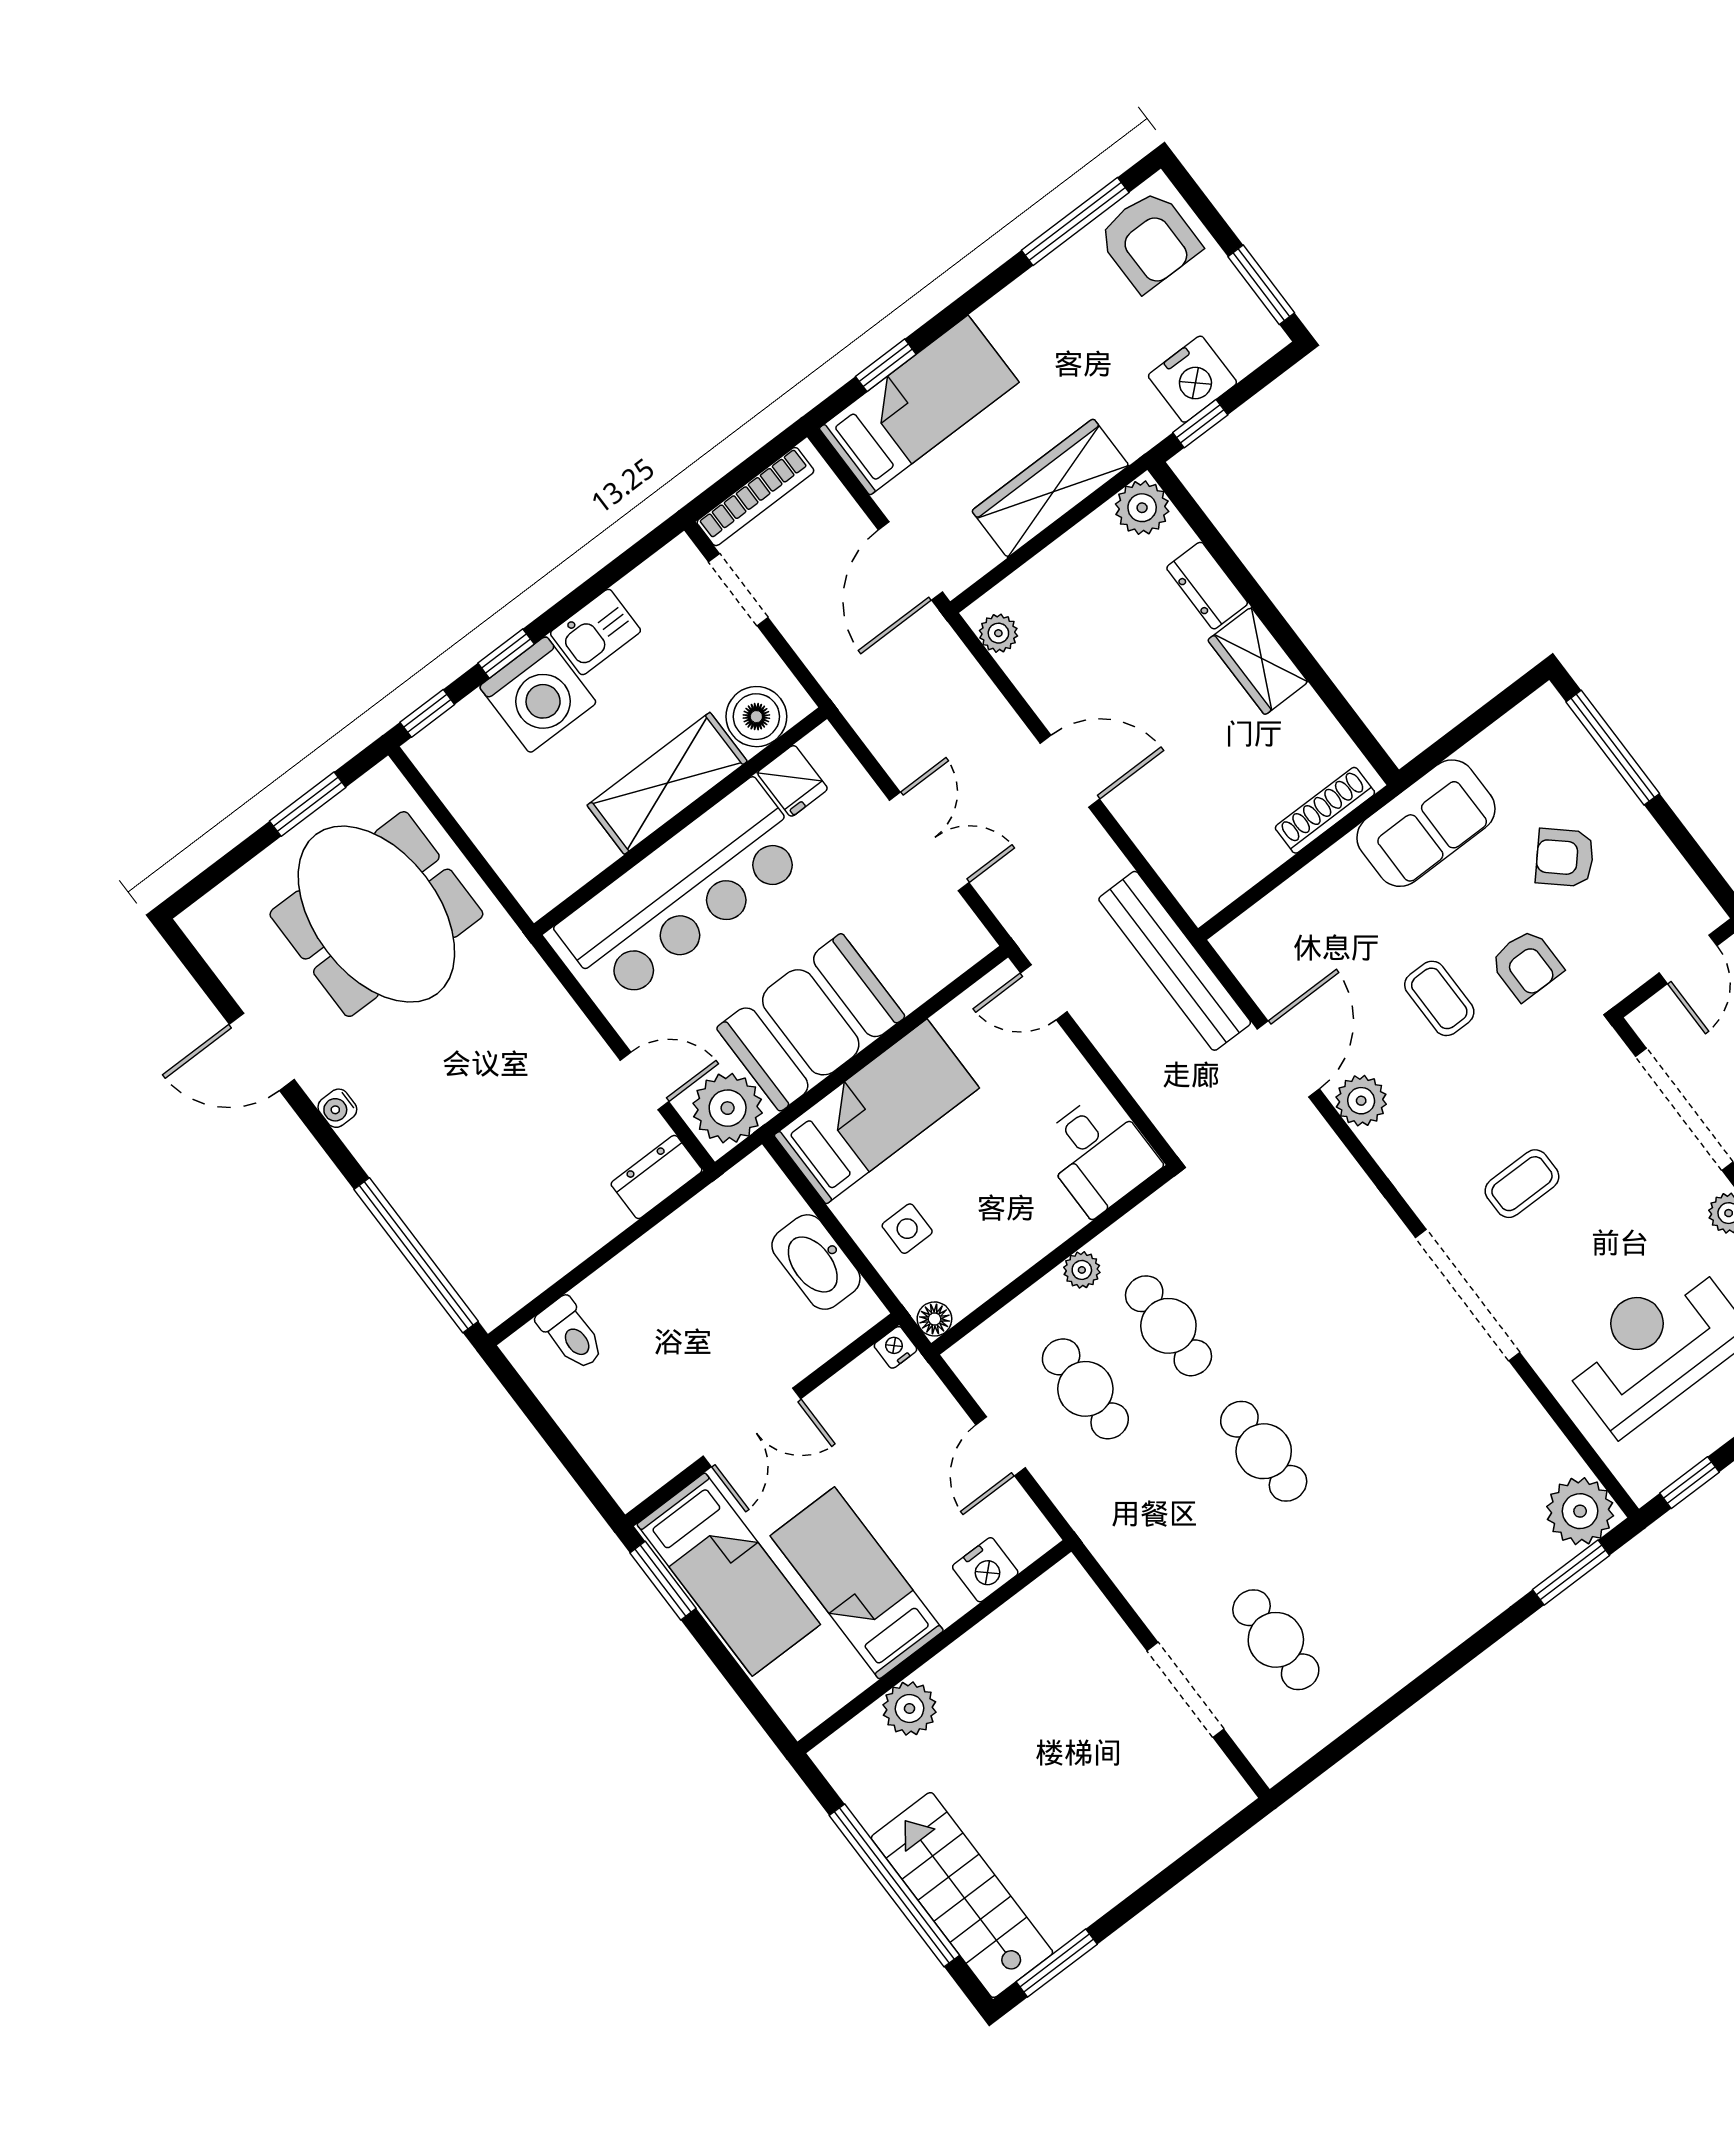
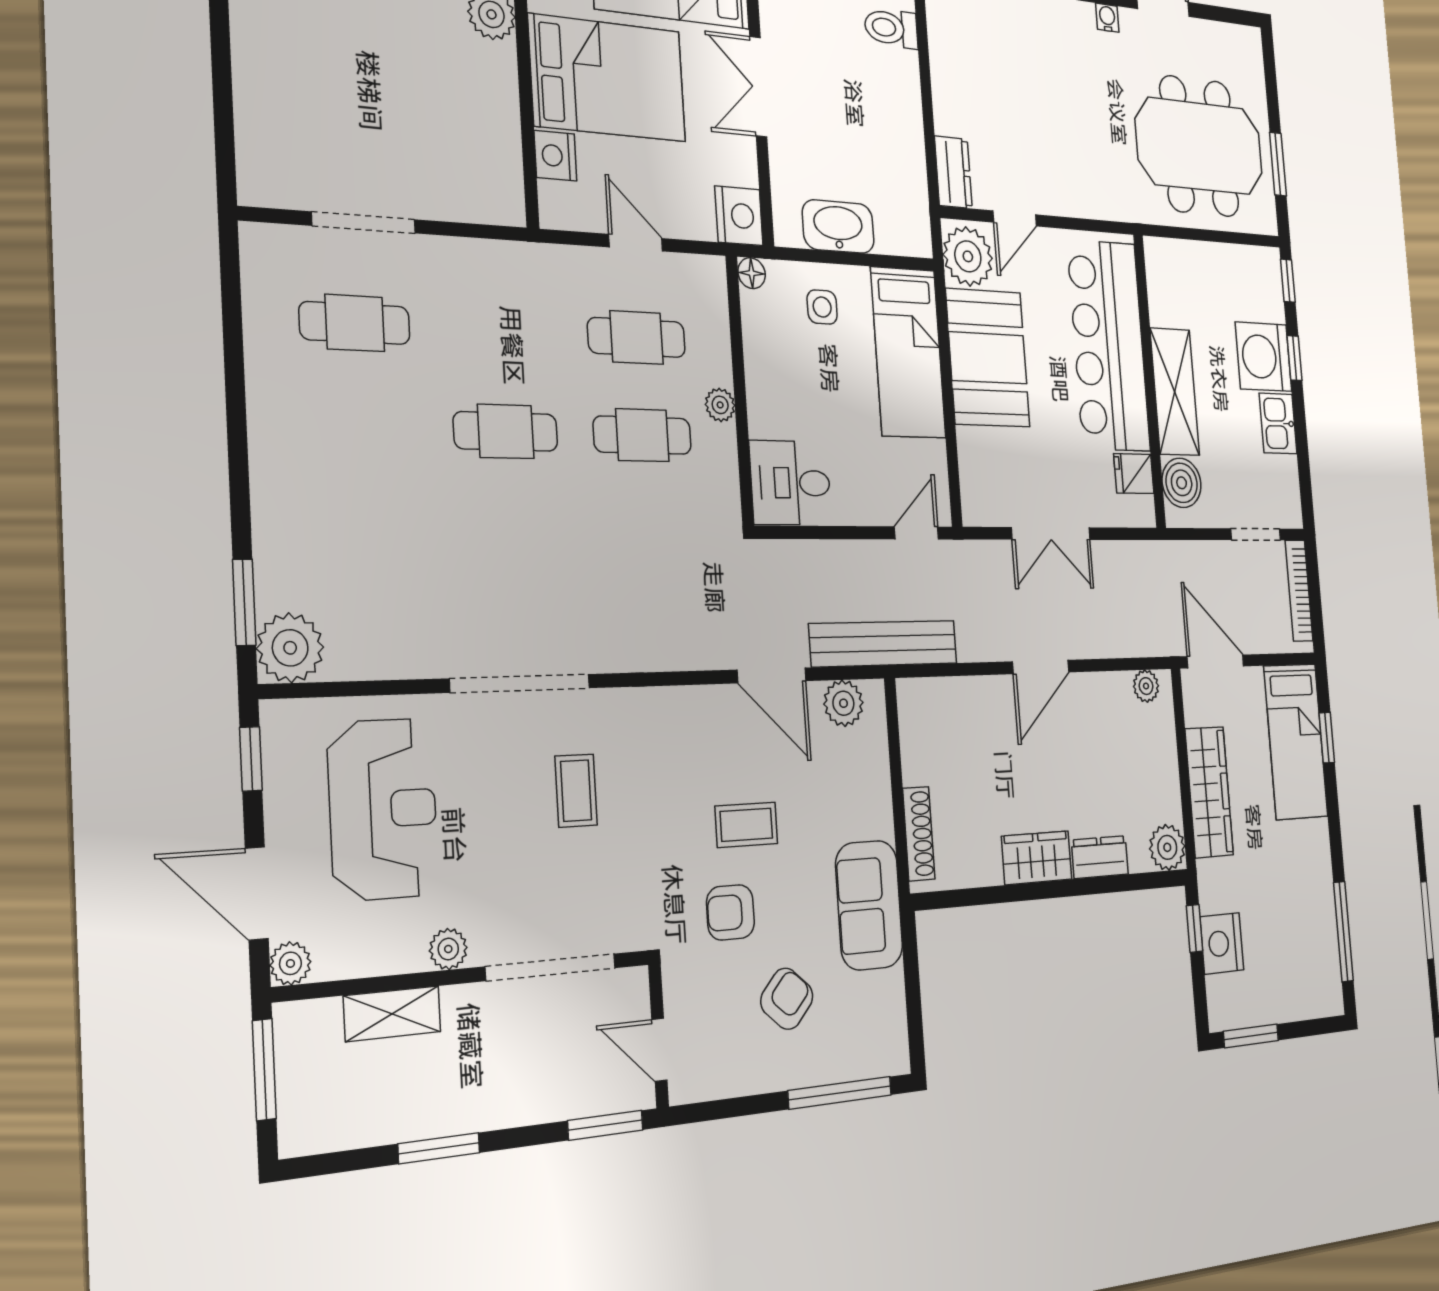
armchair: (1149, 241) -> (1311, 975), removed
plant: (1361, 1101) -> (843, 703), moved
nightstand: (895, 1347) -> (739, 216), width x1.89, depth x1.79
bed: (857, 1583) -> (608, 78), width x1.50

